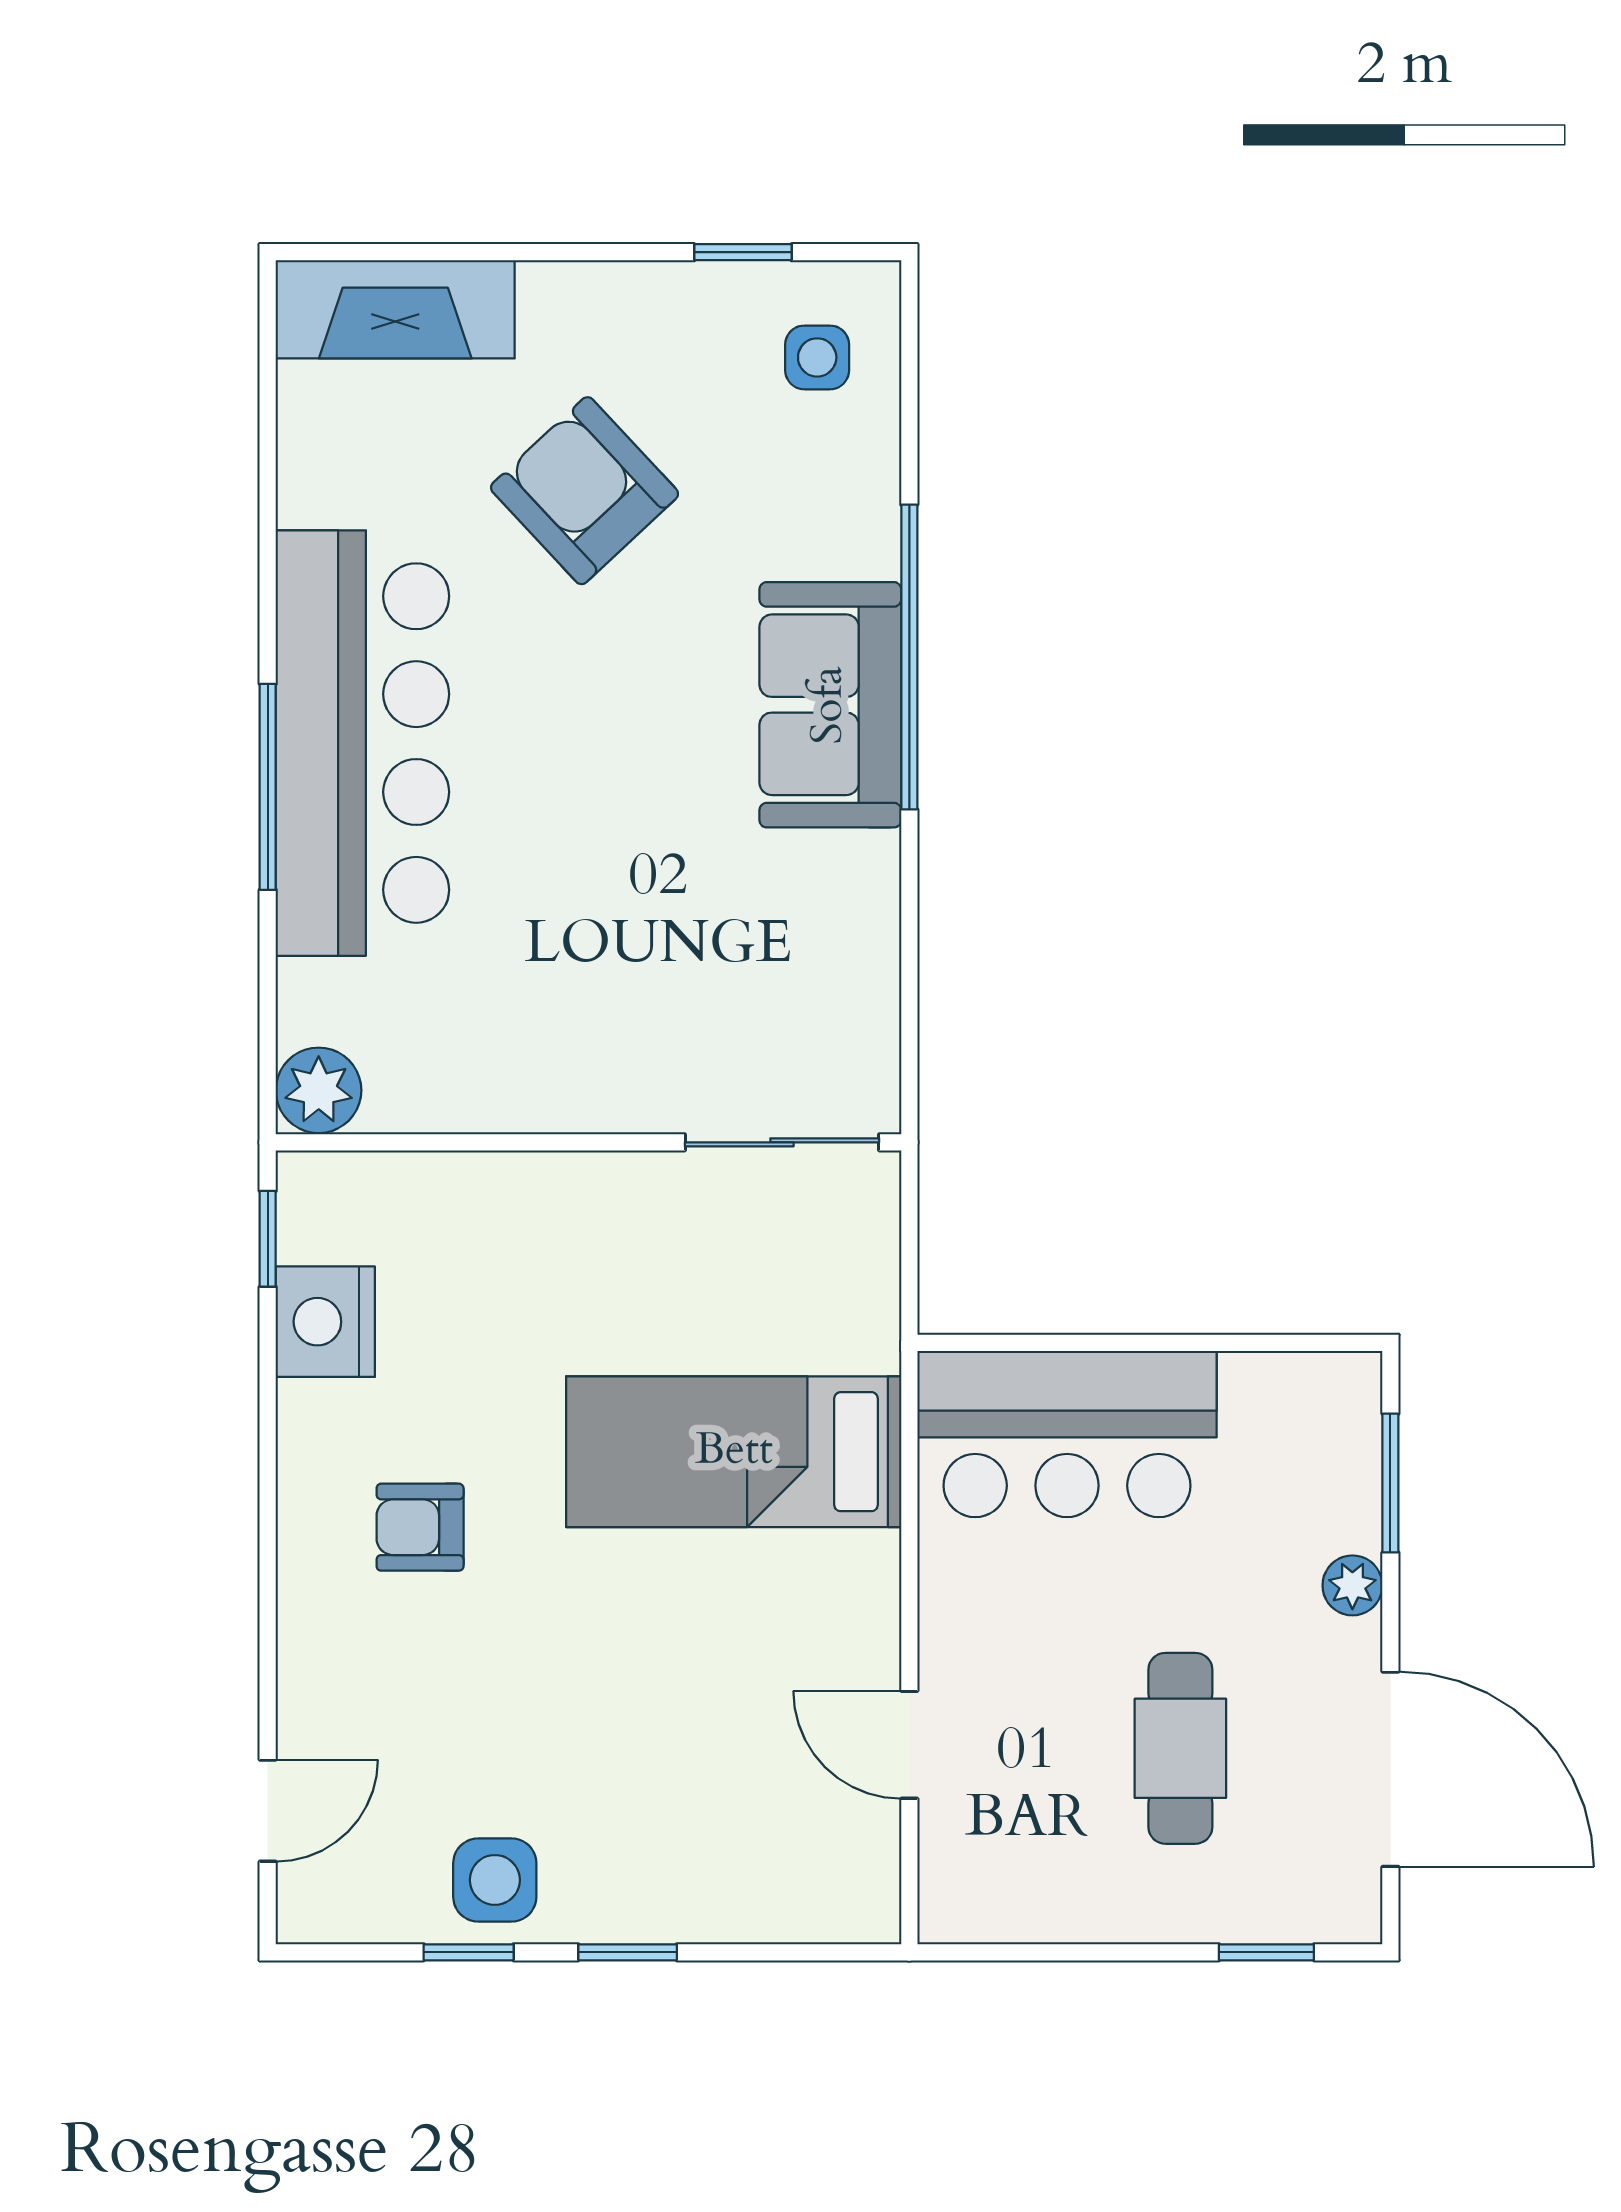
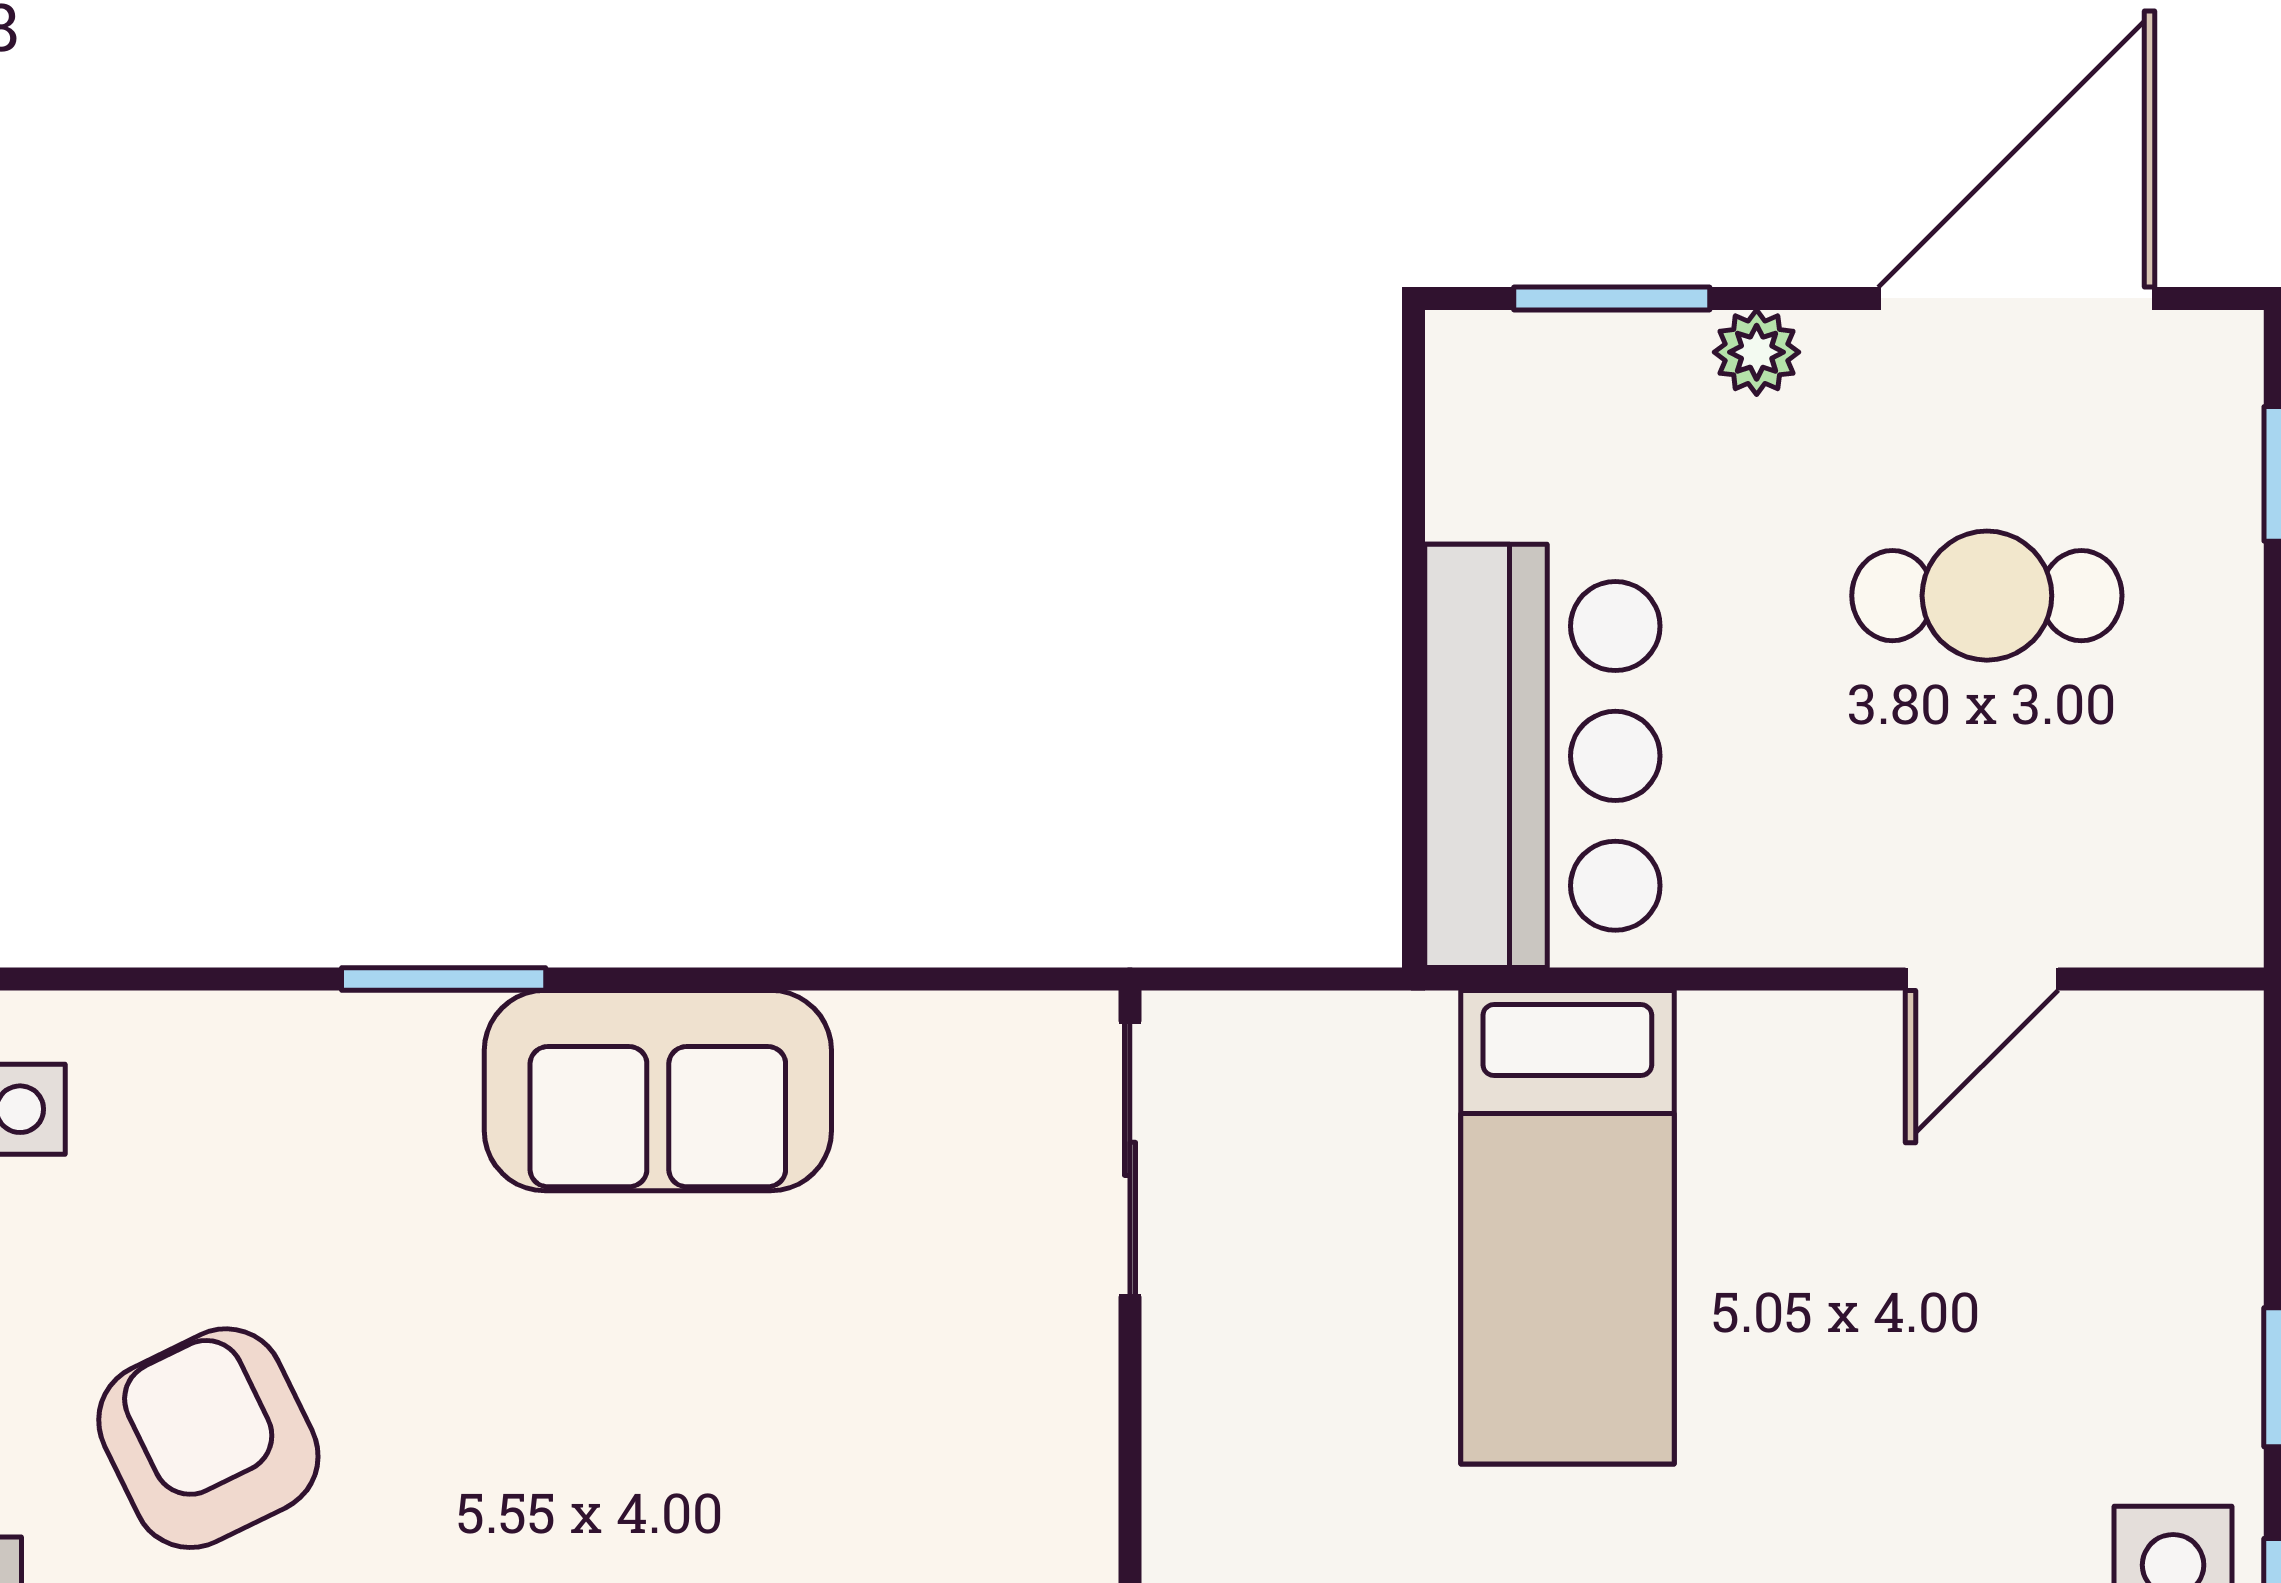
armchair: (585, 491) -> (208, 1438), turned 107
window: (909, 657) -> (444, 979), width x0.47
sofa: (830, 705) -> (658, 1091), moved

